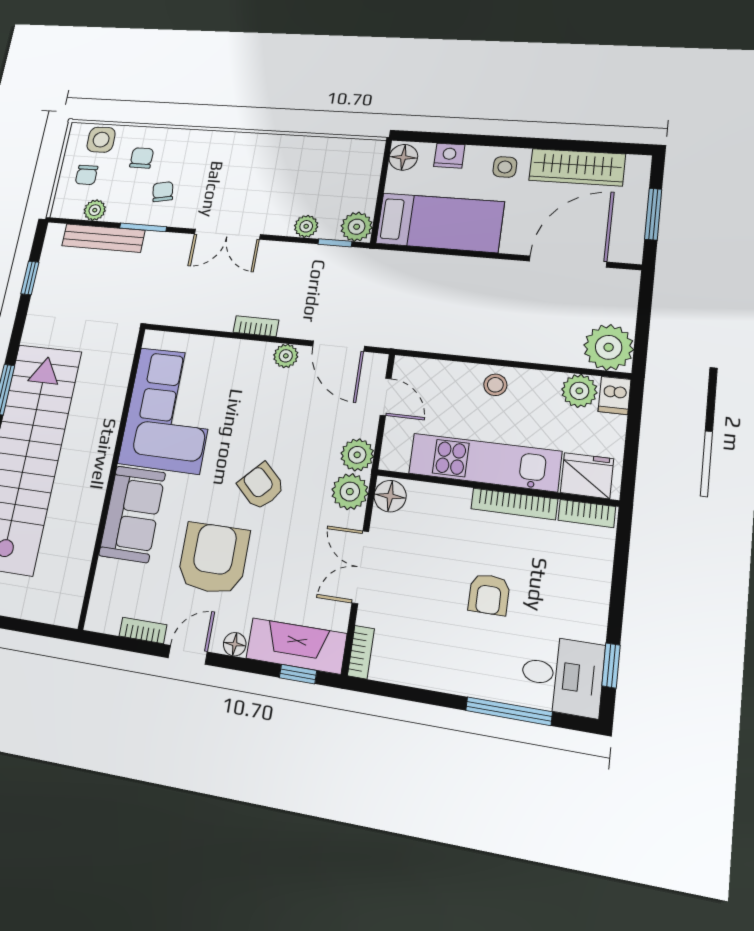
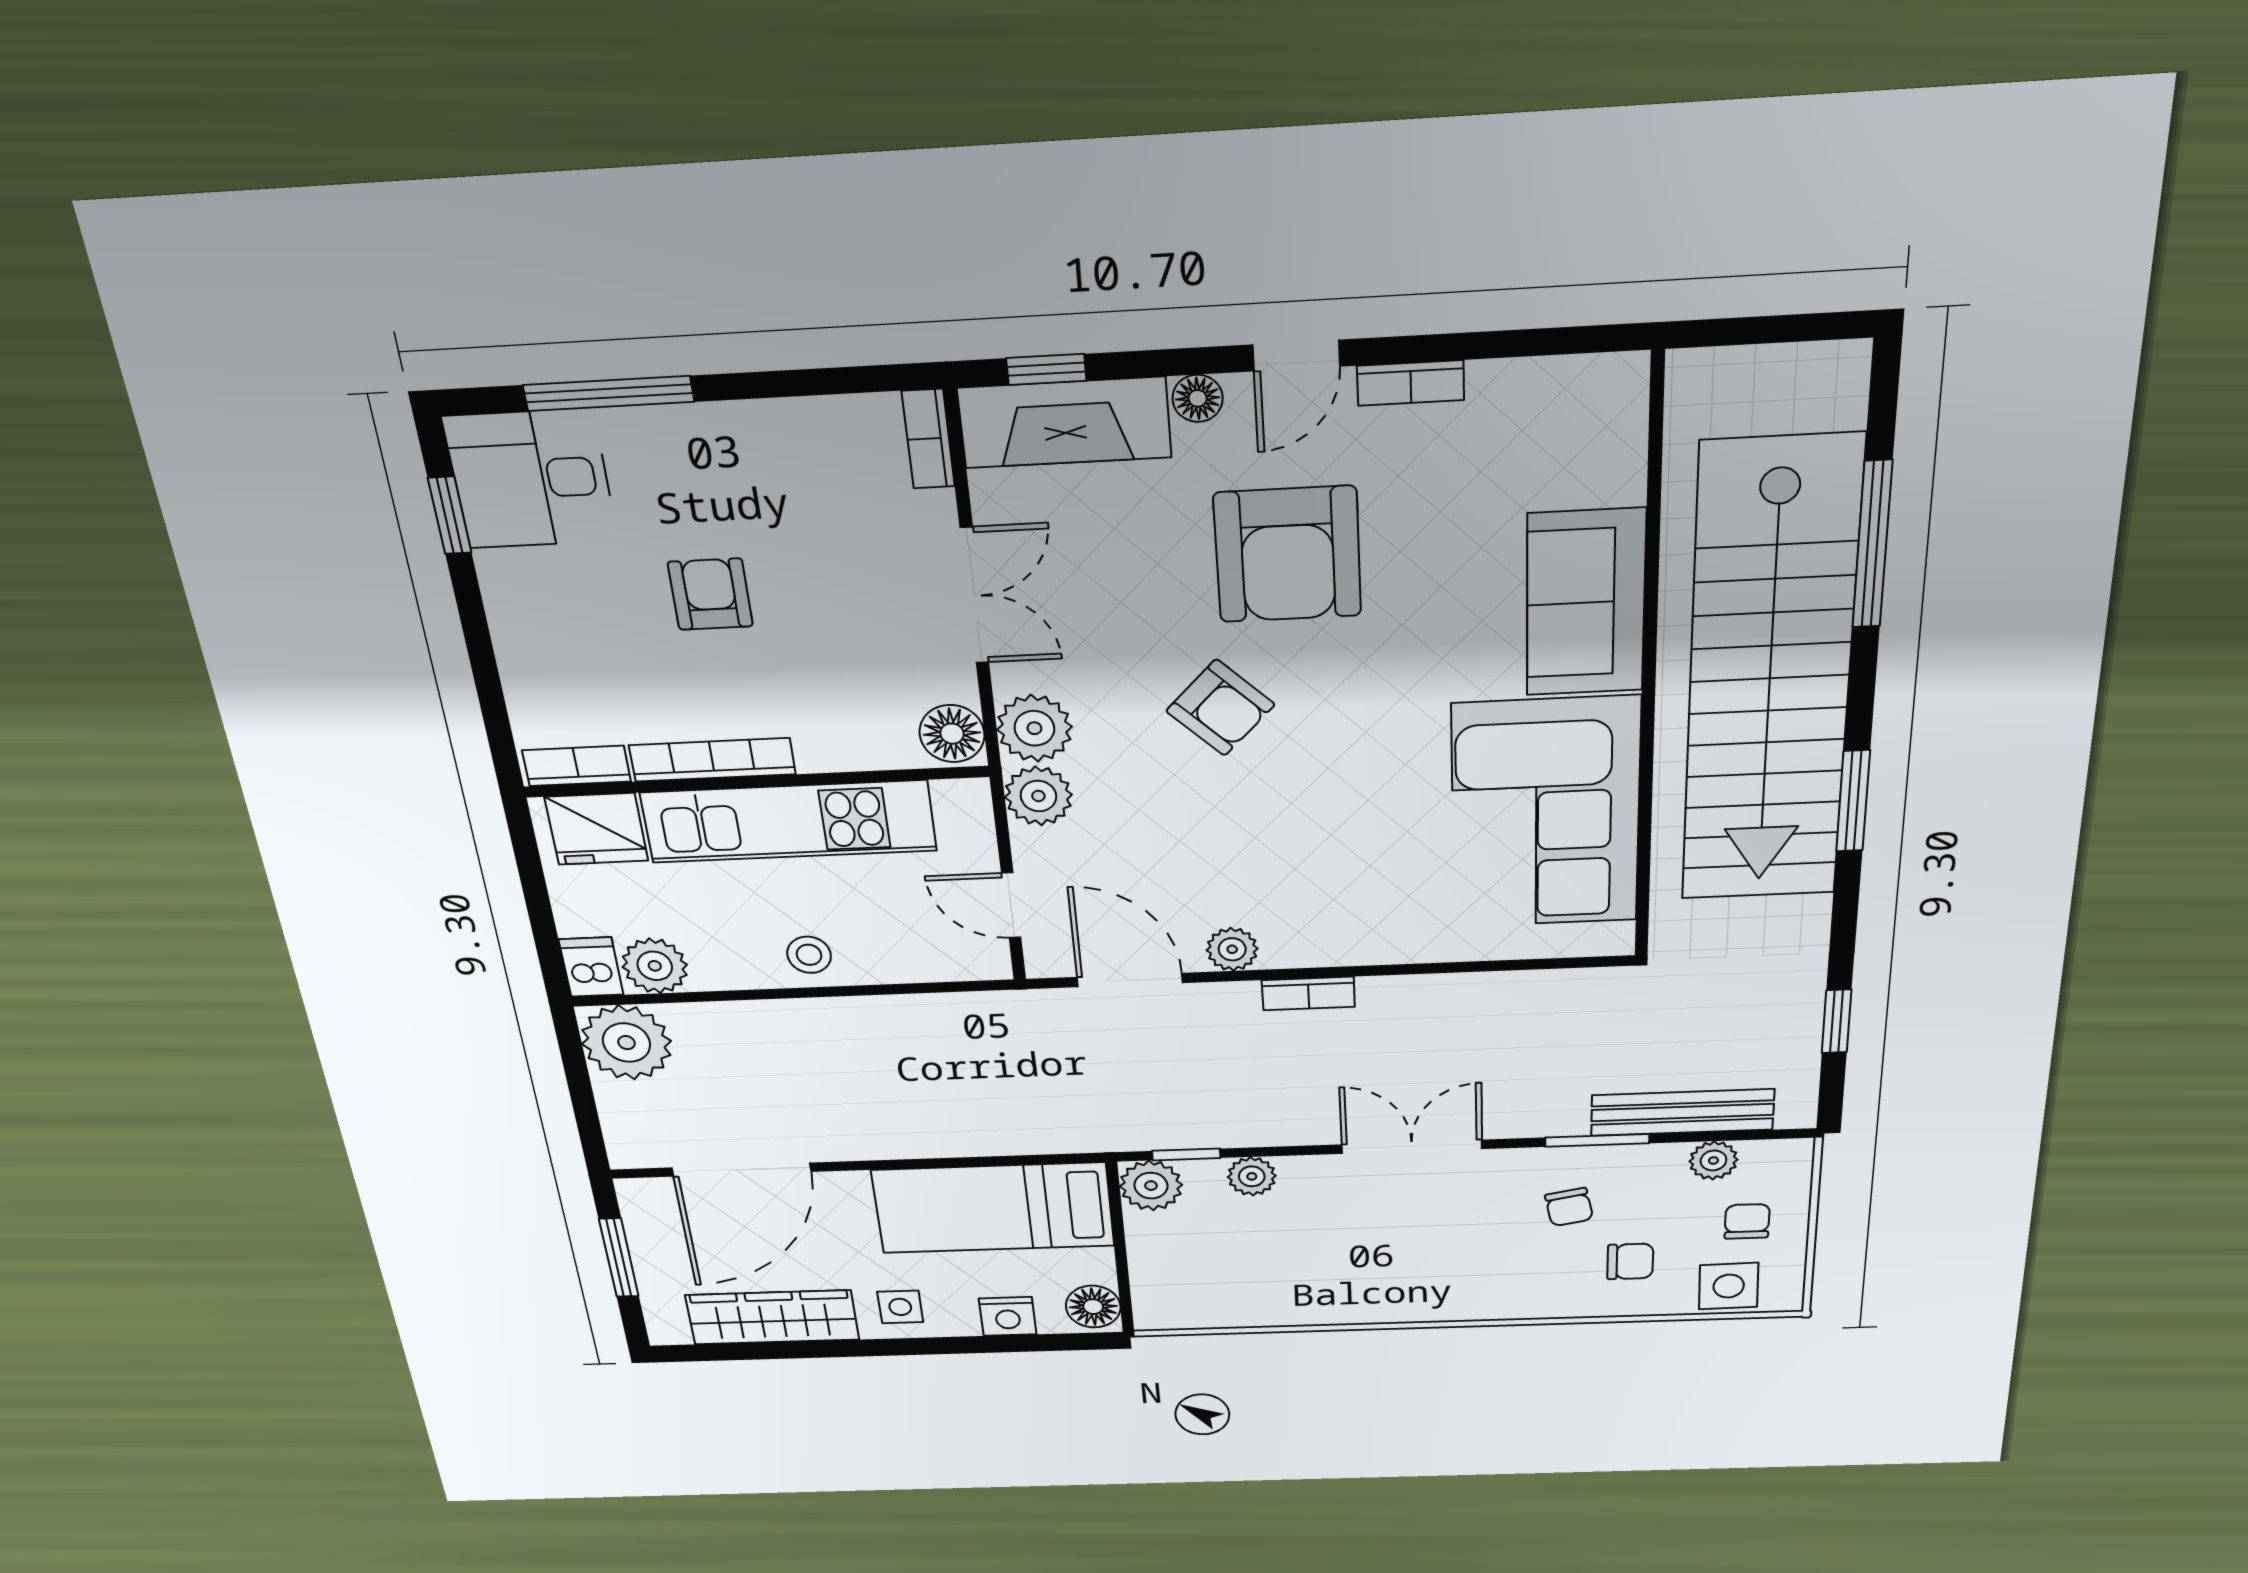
chair: (142, 158) -> (1630, 1261), turned -90
corner sofa: (170, 410) -> (1546, 814), moved
wall: (112, 474) -> (1649, 672), moved
sofa: (132, 514) -> (1586, 603), moved

